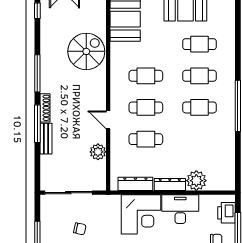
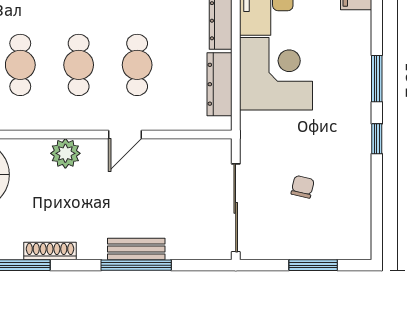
shoe rack: (45, 108) -> (50, 251), moved
door: (108, 120) -> (125, 134), moved
window: (37, 124) -> (136, 265), moved
plant: (98, 152) -> (65, 153), moved

